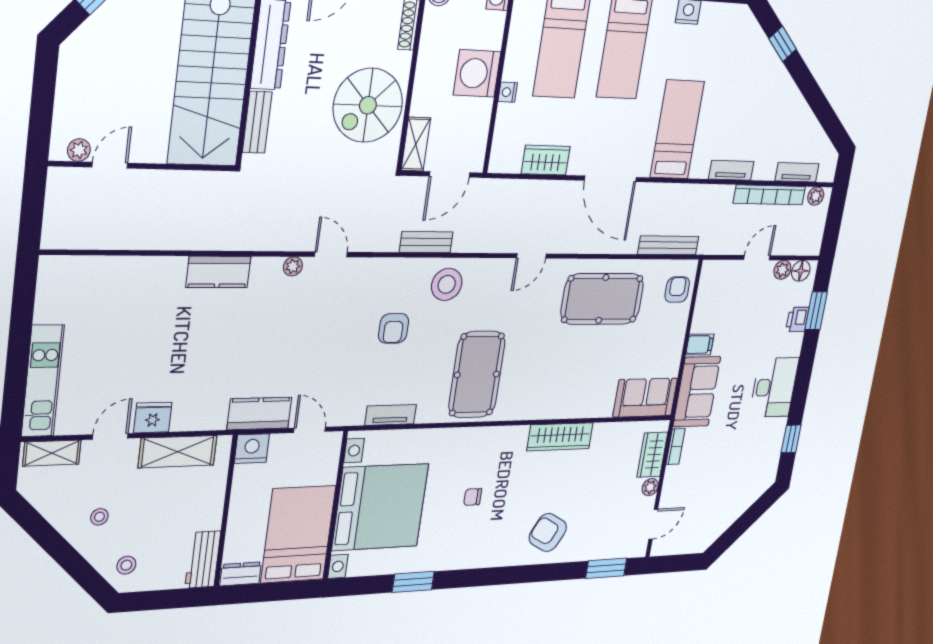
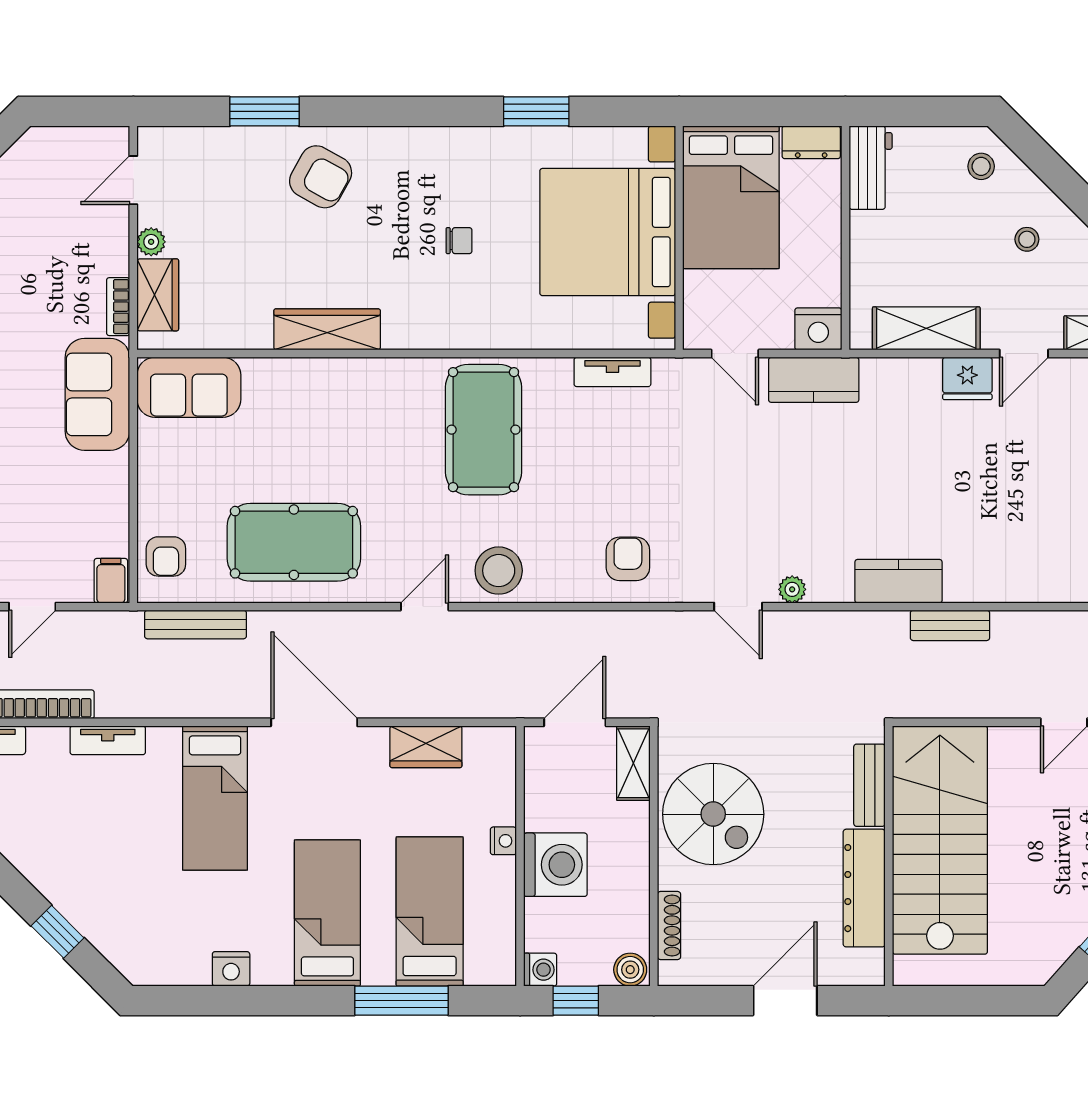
spiral stairs: (368, 105) -> (713, 814), turned 90
bench: (426, 242) -> (950, 625), moved
stool: (447, 284) -> (499, 571), moved
armchair: (394, 328) -> (628, 559), moved
filing cabinet: (700, 344) -> (111, 581), moved, turned 90
window: (606, 568) -> (264, 111), moved

